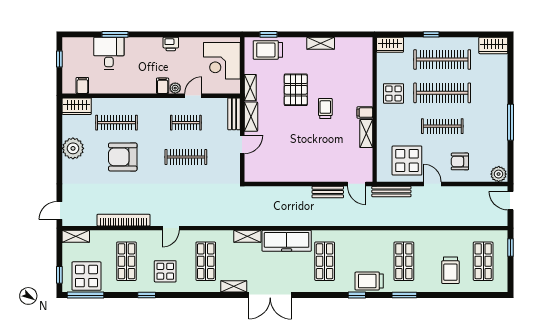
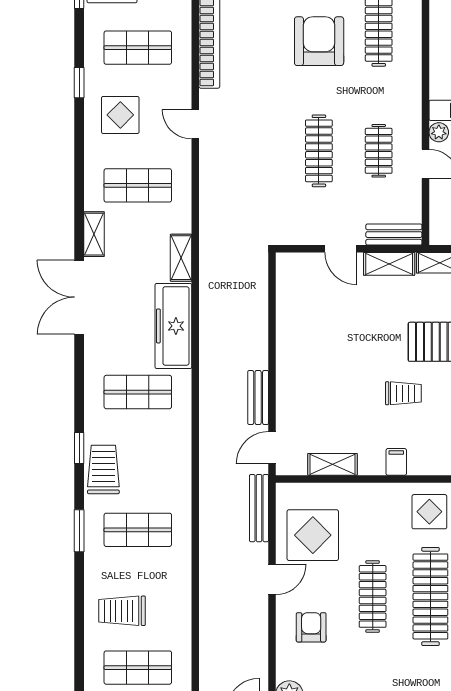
shelving: (366, 134) -> (332, 464), moved

